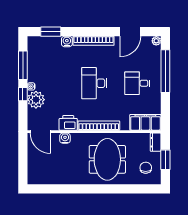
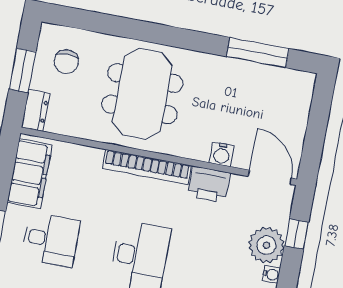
window: (23, 94) -> (297, 234), moved
filing cabinet: (145, 122) -> (30, 174), moved, turned -90
window: (57, 189) -> (258, 53), added

